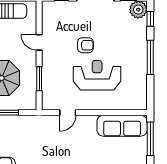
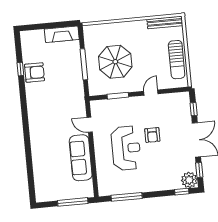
window: (150, 57) -> (127, 197), moved
sofa: (122, 126) -> (81, 158), moved

